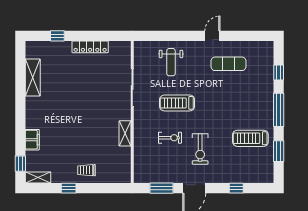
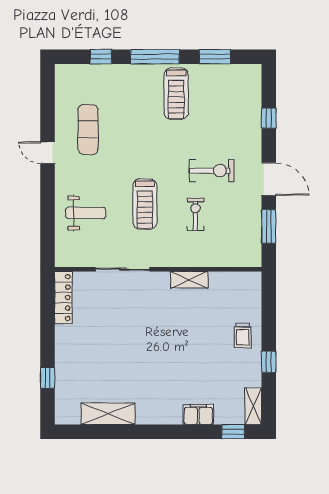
locker: (90, 47) -> (63, 298), moved
treadmill: (250, 138) -> (176, 94), moved

